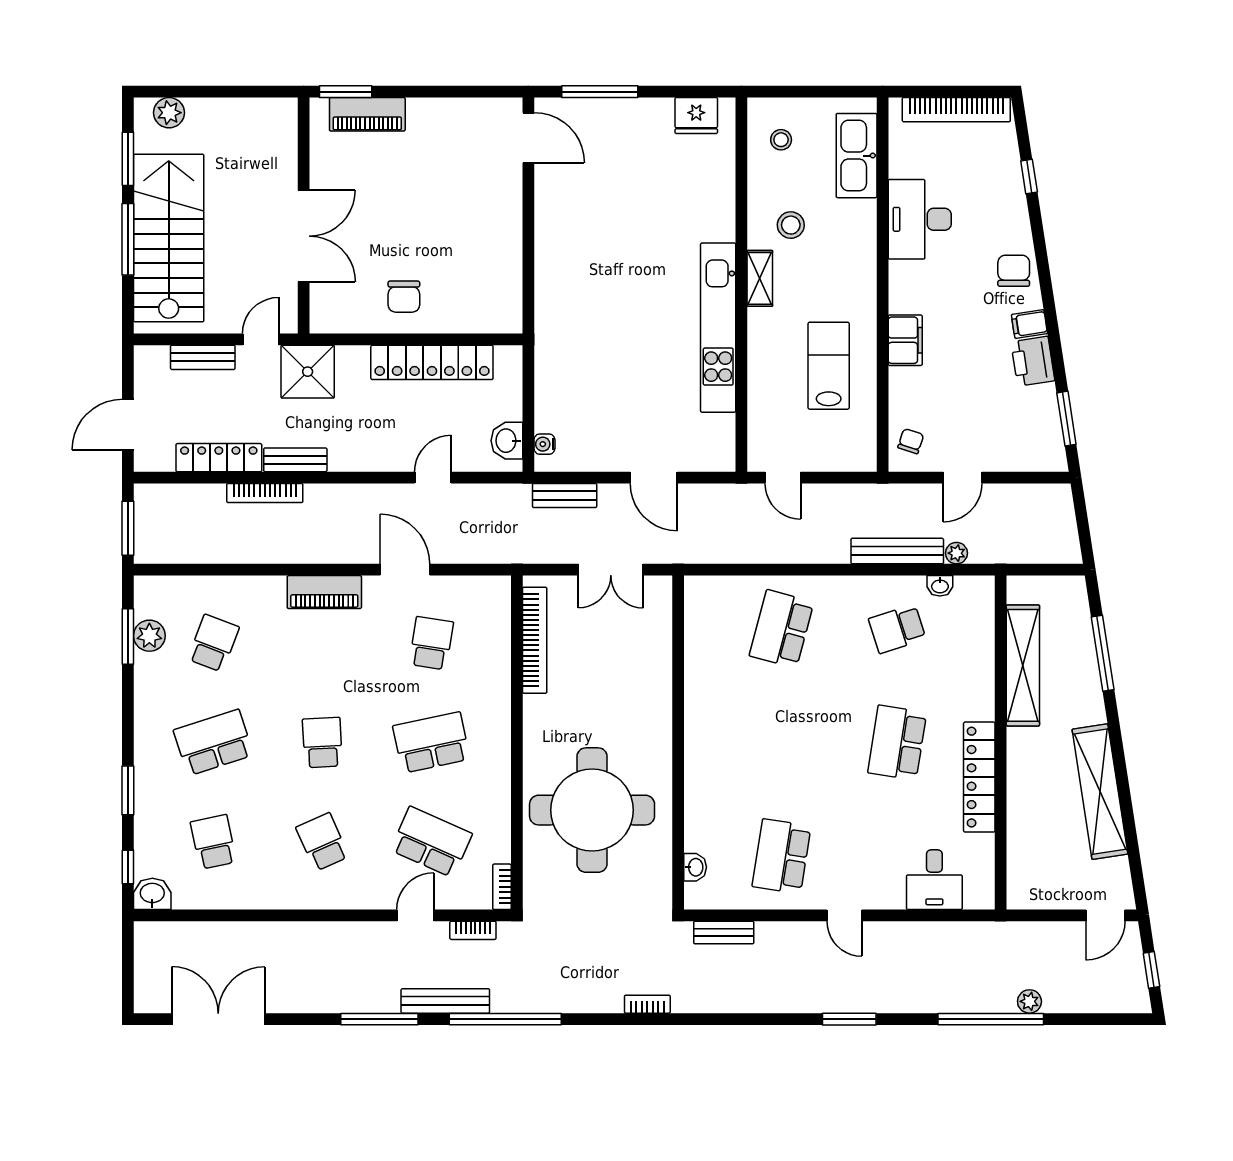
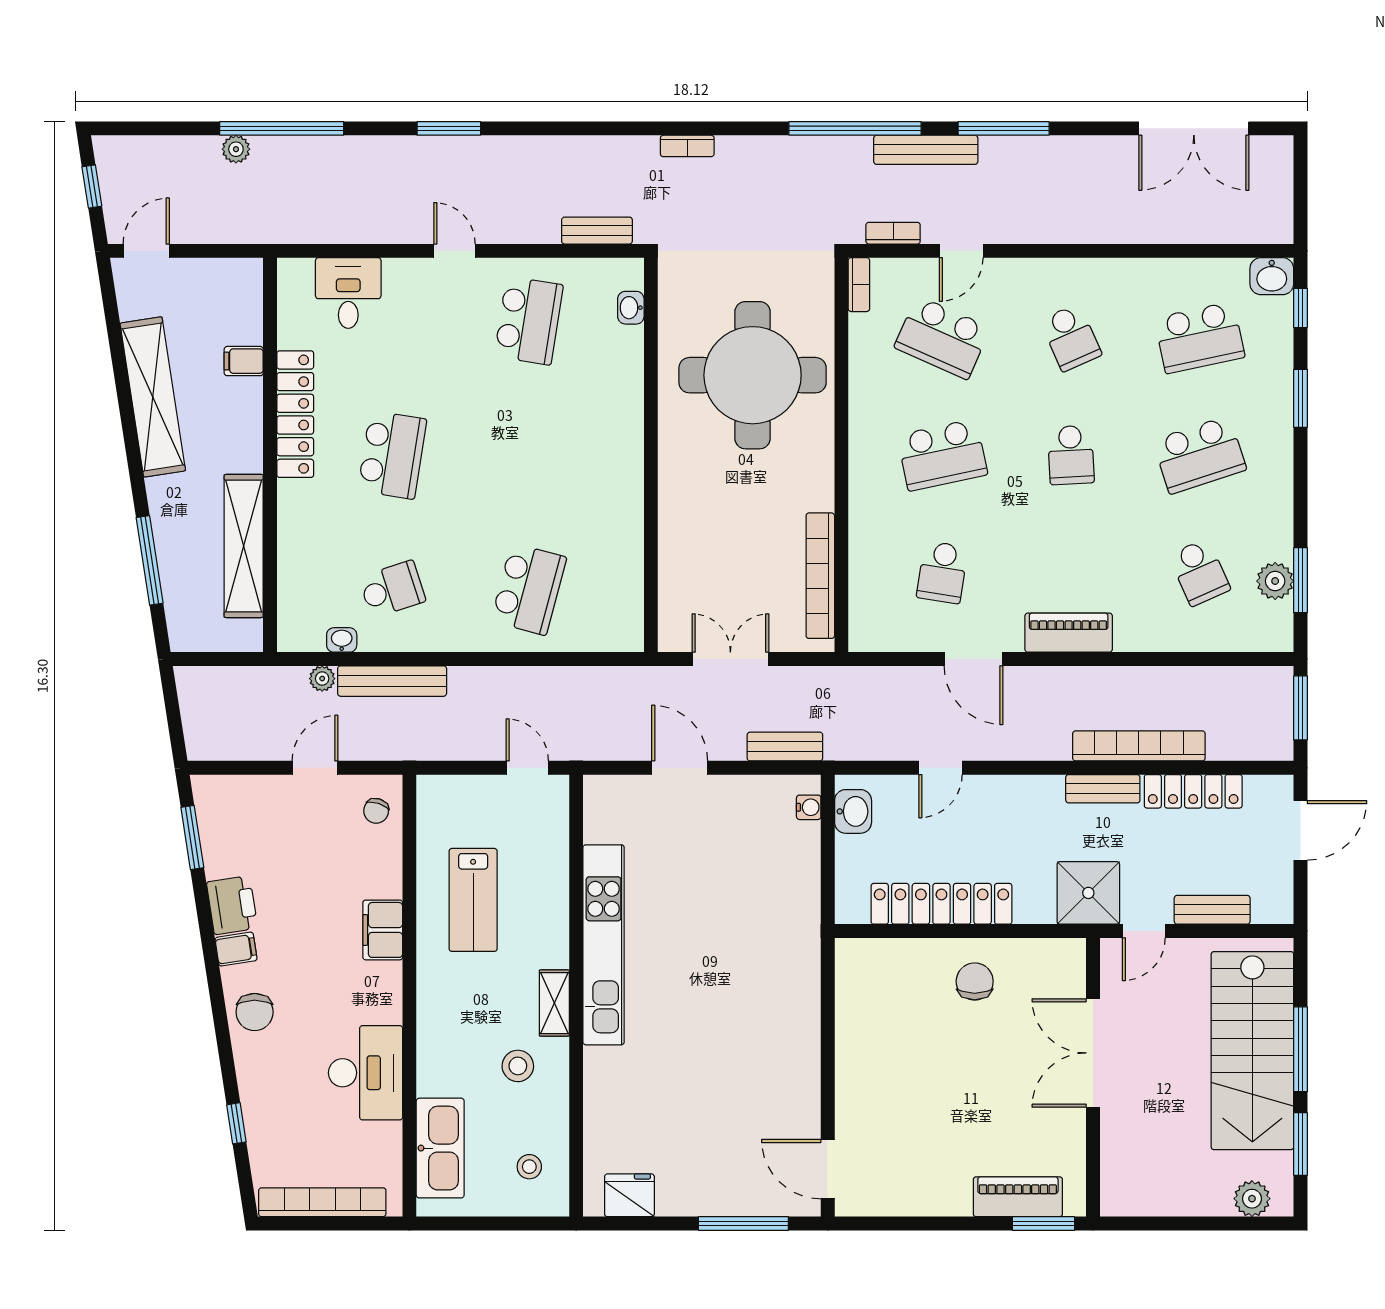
bookcase: (265, 493) -> (1139, 746), width x1.48, depth x1.31
school desk: (213, 643) -> (1200, 572), turned -45
filing cabinet: (1023, 822) -> (244, 361), added
school desk: (213, 842) -> (1200, 338), width x1.85

